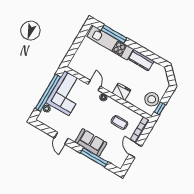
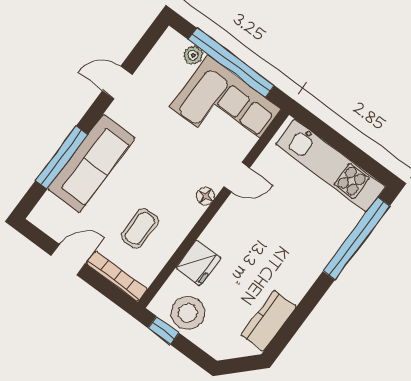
window: (114, 34) -> (356, 239), width x1.46
kitchen unit: (110, 43) -> (331, 165), moved, turned -90
kitchen counter: (141, 60) -> (269, 321), moved
fridge: (121, 92) -> (198, 263), moved
sofa: (91, 143) -> (91, 163), width x1.36

